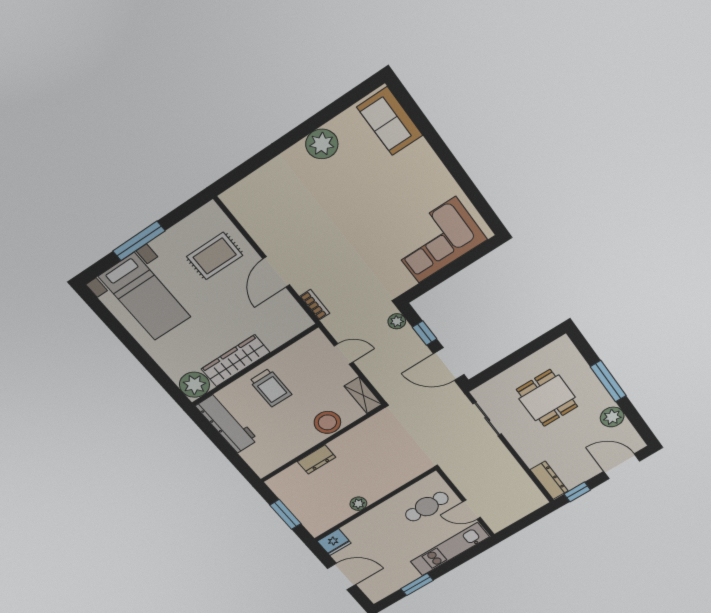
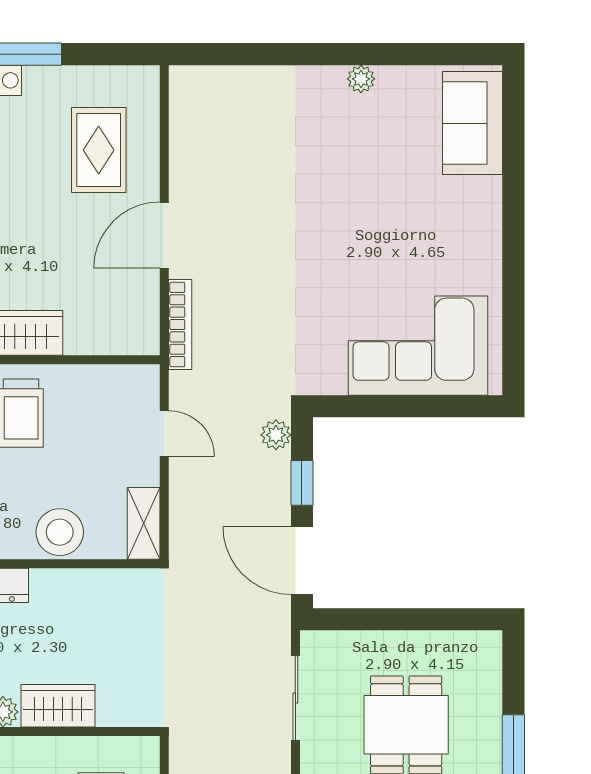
plant: (322, 144) -> (361, 79), width x0.53, depth x0.53
rug: (215, 256) -> (99, 150), turned 90
bookcase: (315, 305) -> (180, 325), width x1.56
wardrobe: (381, 487) -> (58, 706), added

